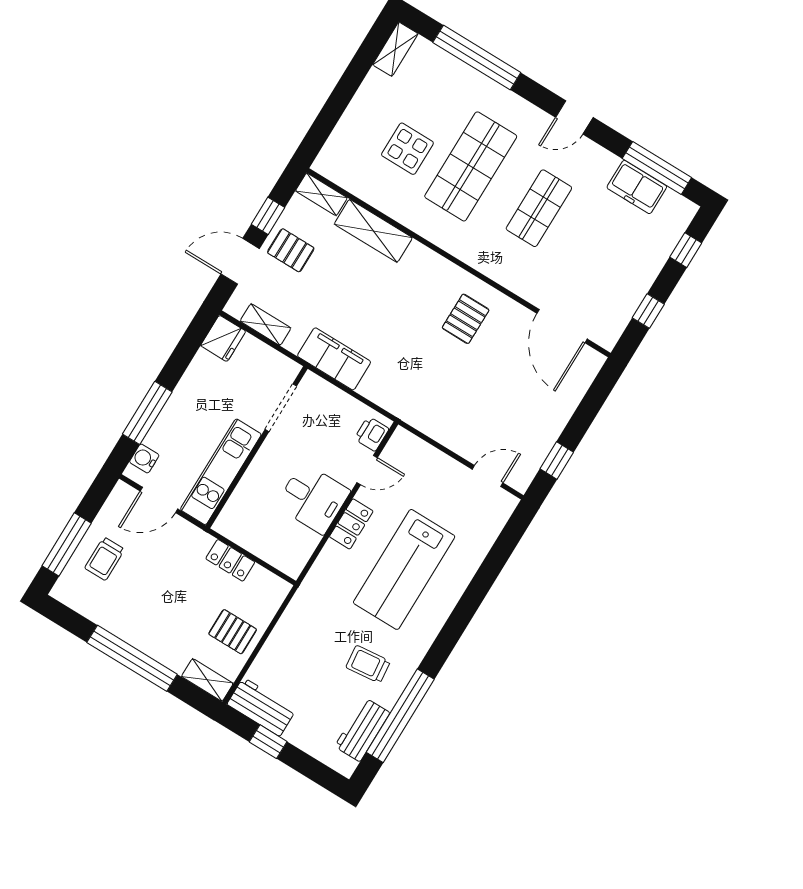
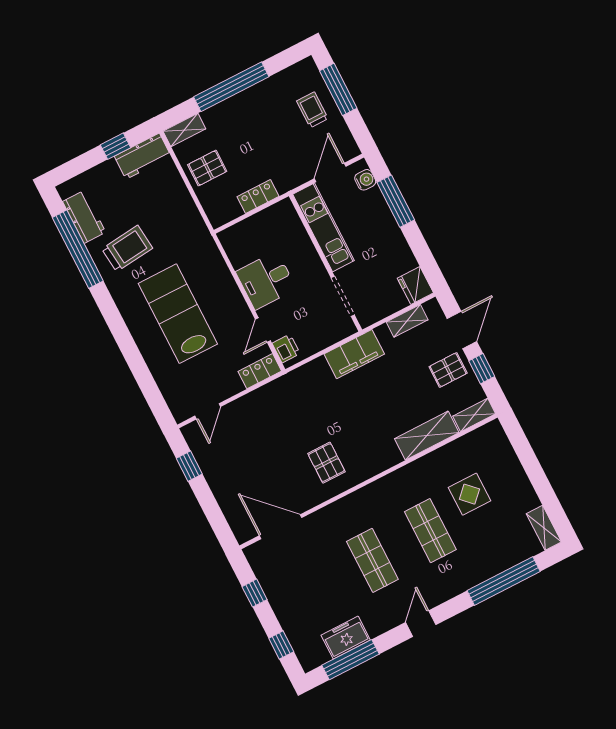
shop shelf: (471, 166) -> (430, 531), width x0.70, depth x0.74
locker: (351, 524) -> (260, 371), moved, turned 90
trolley: (368, 664) -> (127, 248), width x1.36, depth x1.39

